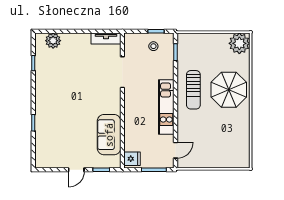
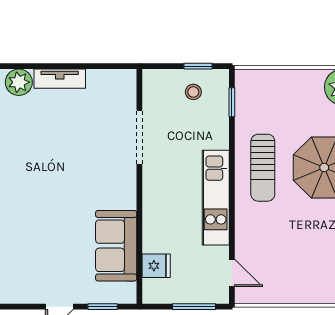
tv unit: (106, 39) -> (60, 79), moved
door: (176, 150) -> (232, 273), hinge flipped
fridge: (132, 159) -> (156, 266), moved

